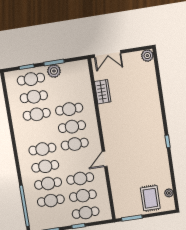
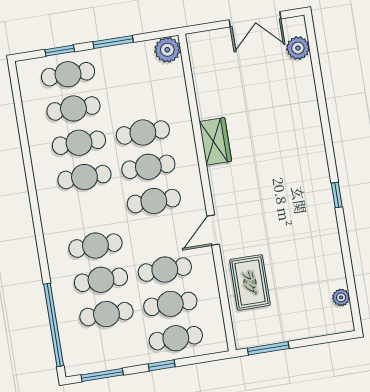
double door: (108, 54) -> (255, 19), moved
plant: (147, 56) -> (298, 48), moved
plant: (54, 71) -> (167, 50), moved
wardrobe: (103, 92) -> (215, 141), moved
cafe table: (42, 149) -> (84, 177), moved
rug: (150, 198) -> (250, 282), moved

